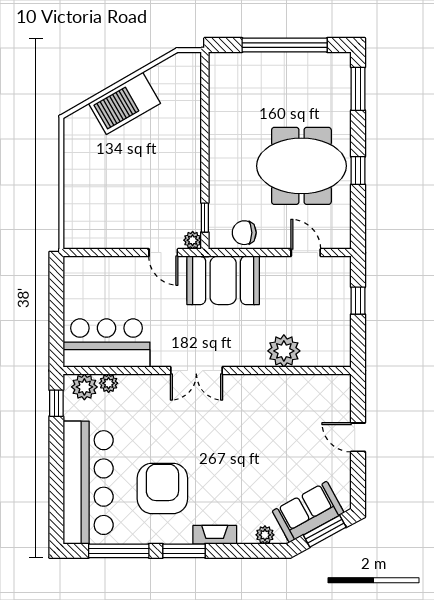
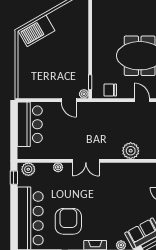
barbecue: (125, 103) -> (37, 31), moved
booth: (223, 280) -> (99, 114), removed
bar counter: (107, 343) -> (30, 124), moved, turned 90
plant: (109, 383) -> (58, 167), moved

